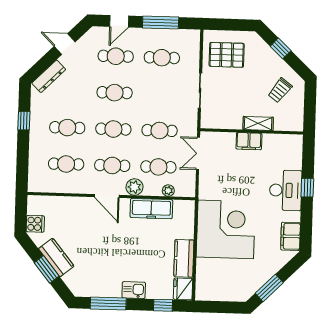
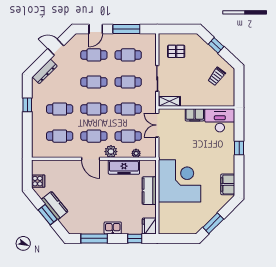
pallet: (227, 55) -> (176, 51), width x0.67, depth x0.71
cafe table: (161, 94) -> (128, 82), added
shelving: (258, 123) -> (169, 101), moved
desk: (286, 190) -> (220, 120), moved, turned -90
kitchen counter: (184, 258) -> (149, 191), moved

